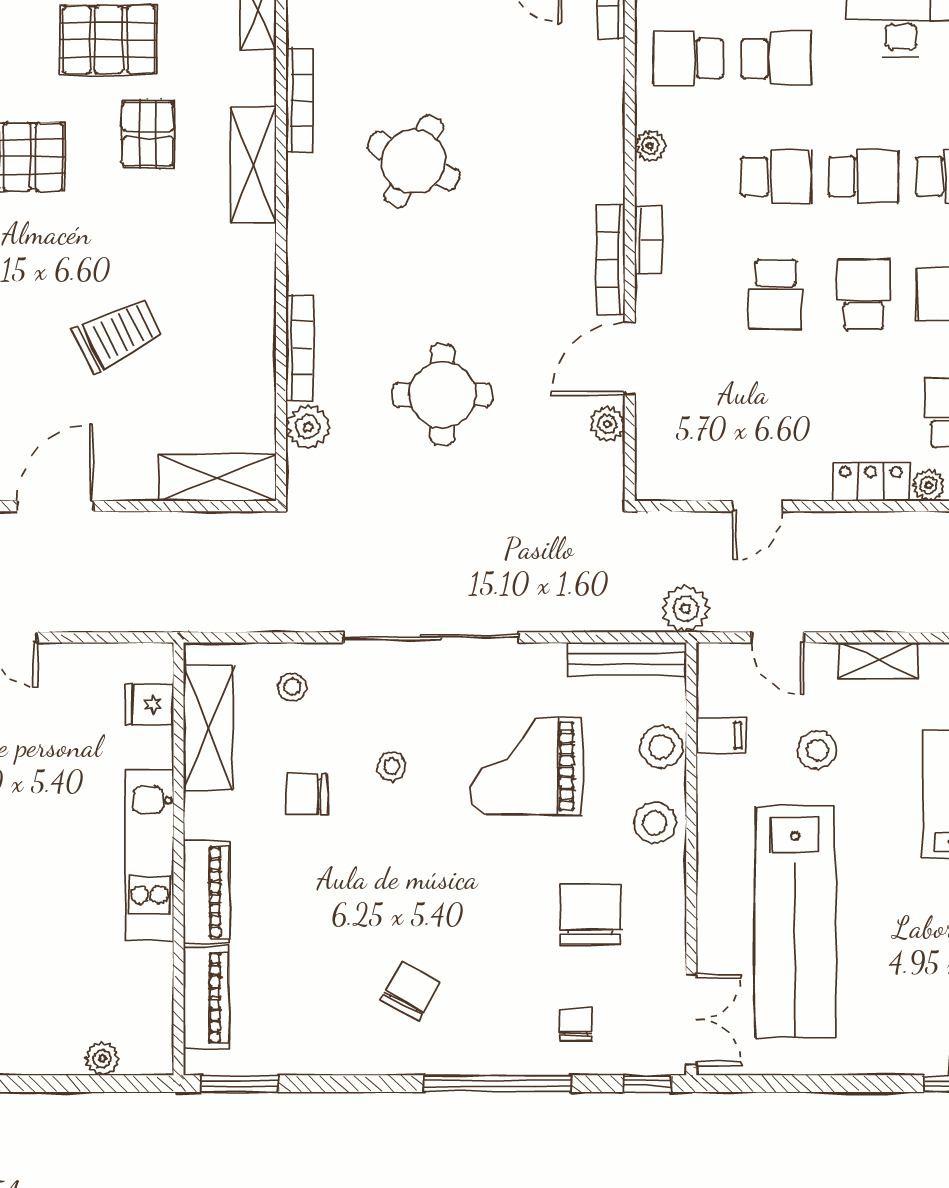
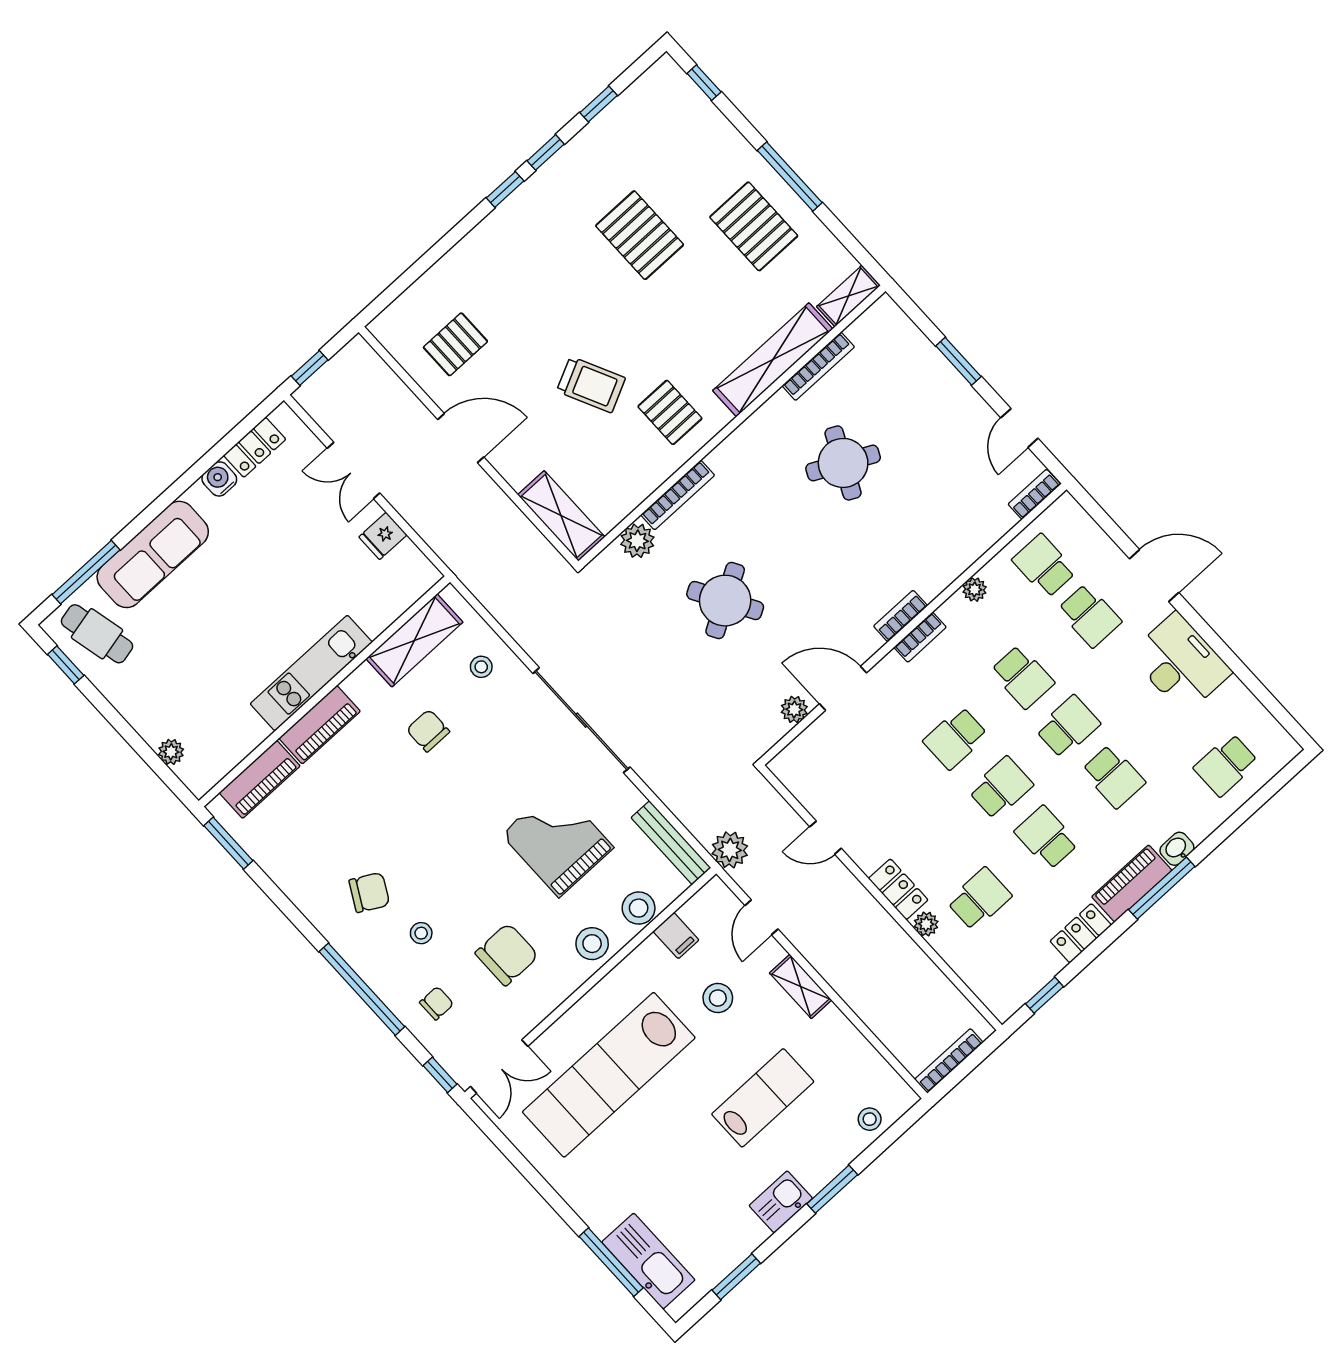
pallet: (148, 134) -> (670, 412), moved, turned 90
shelving: (253, 165) -> (773, 360), width x1.47
school desk: (863, 176) -> (1068, 727), turned -90
bookcase: (611, 260) -> (901, 616), width x0.64
round table: (442, 395) -> (725, 601), turned -30
fridge: (149, 704) -> (383, 536), moved, turned -90
stool: (392, 767) -> (421, 933), moved

